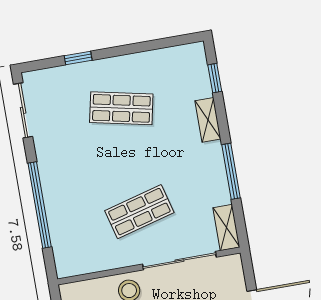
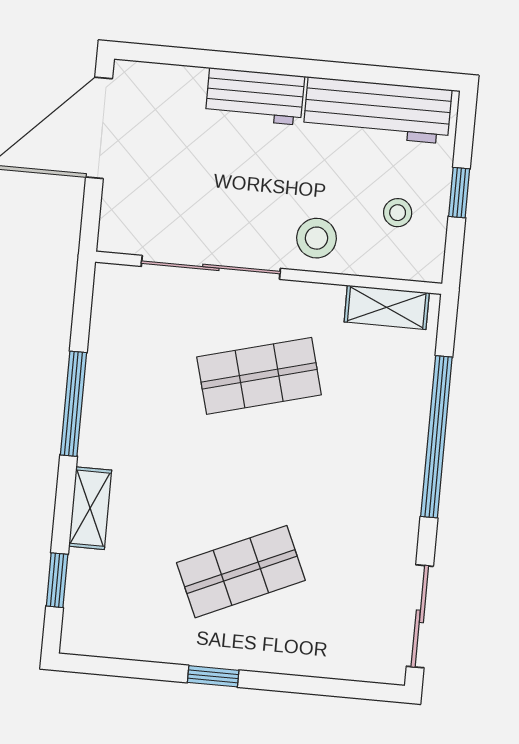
window: (78, 58) -> (213, 676), moved
shop shelf: (121, 108) -> (241, 572), turned -36
shelving: (226, 228) -> (387, 307), moved, turned 90

